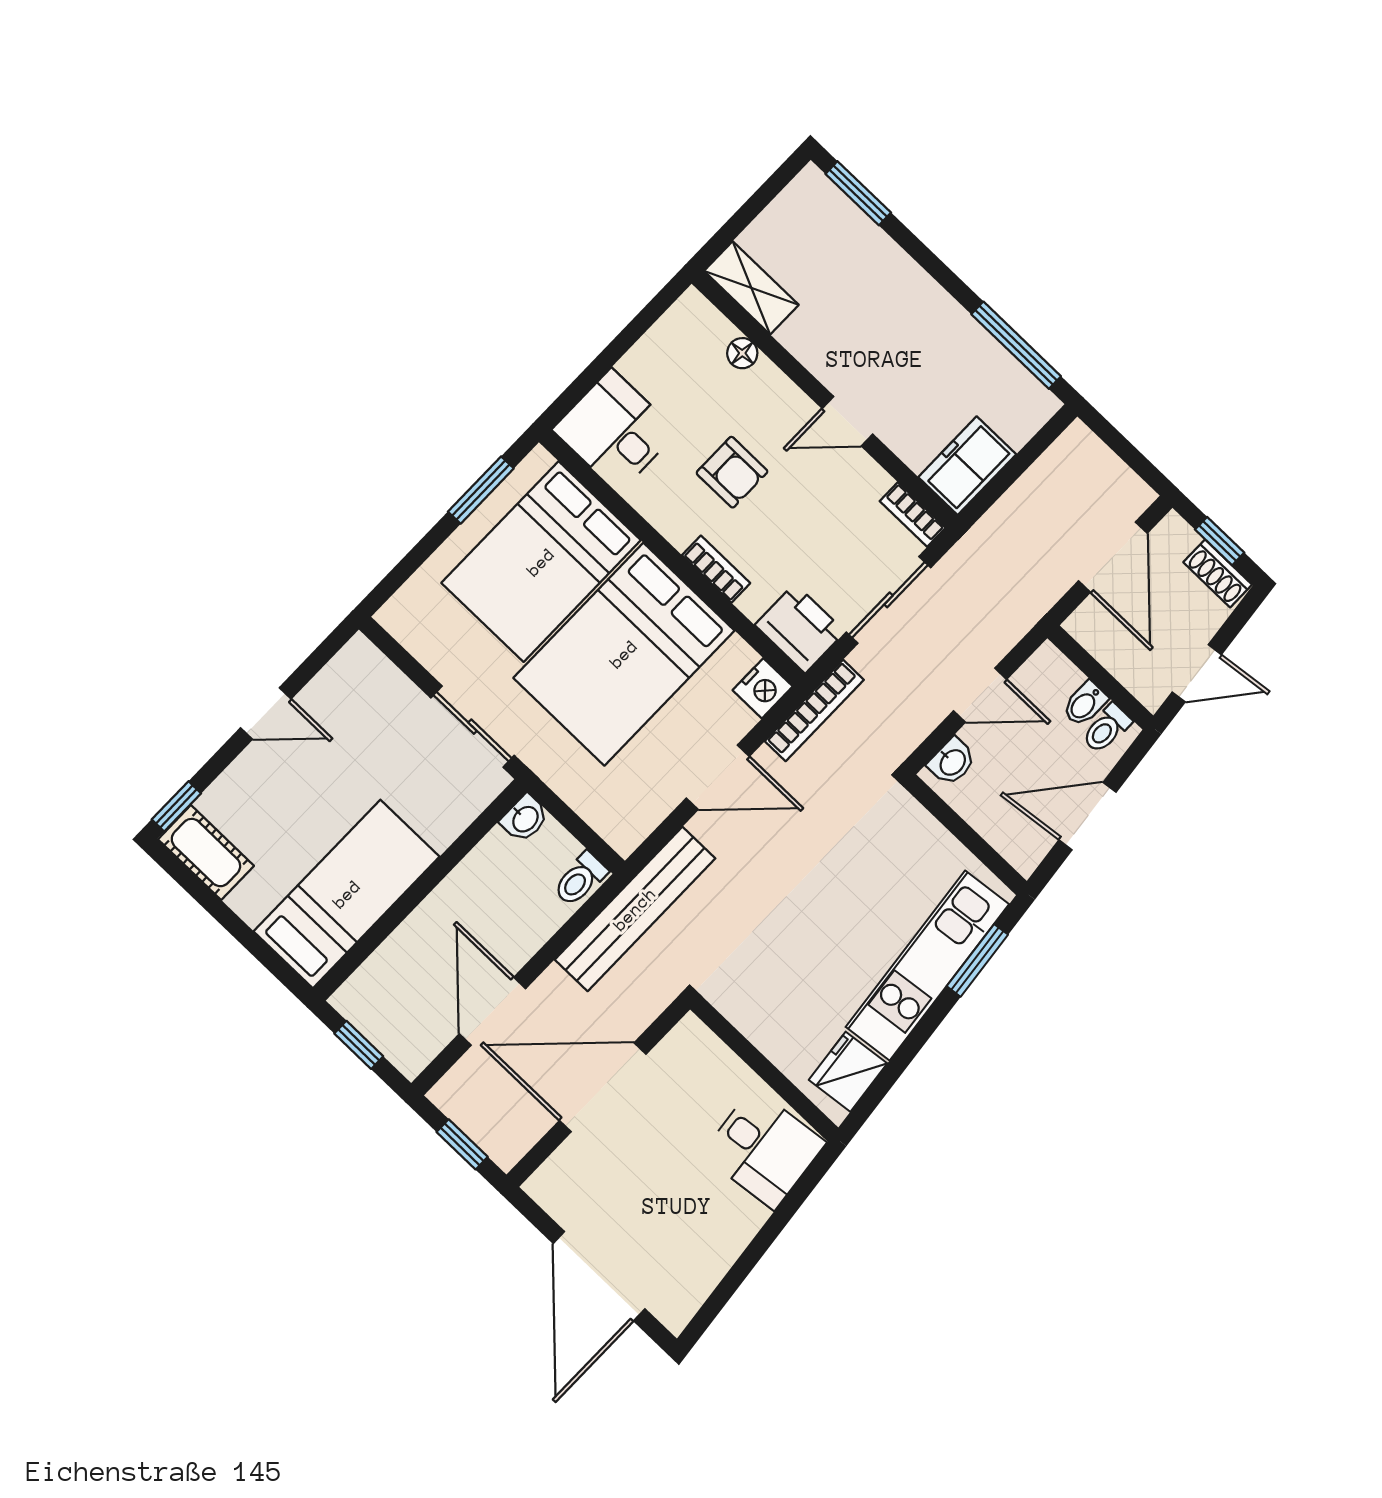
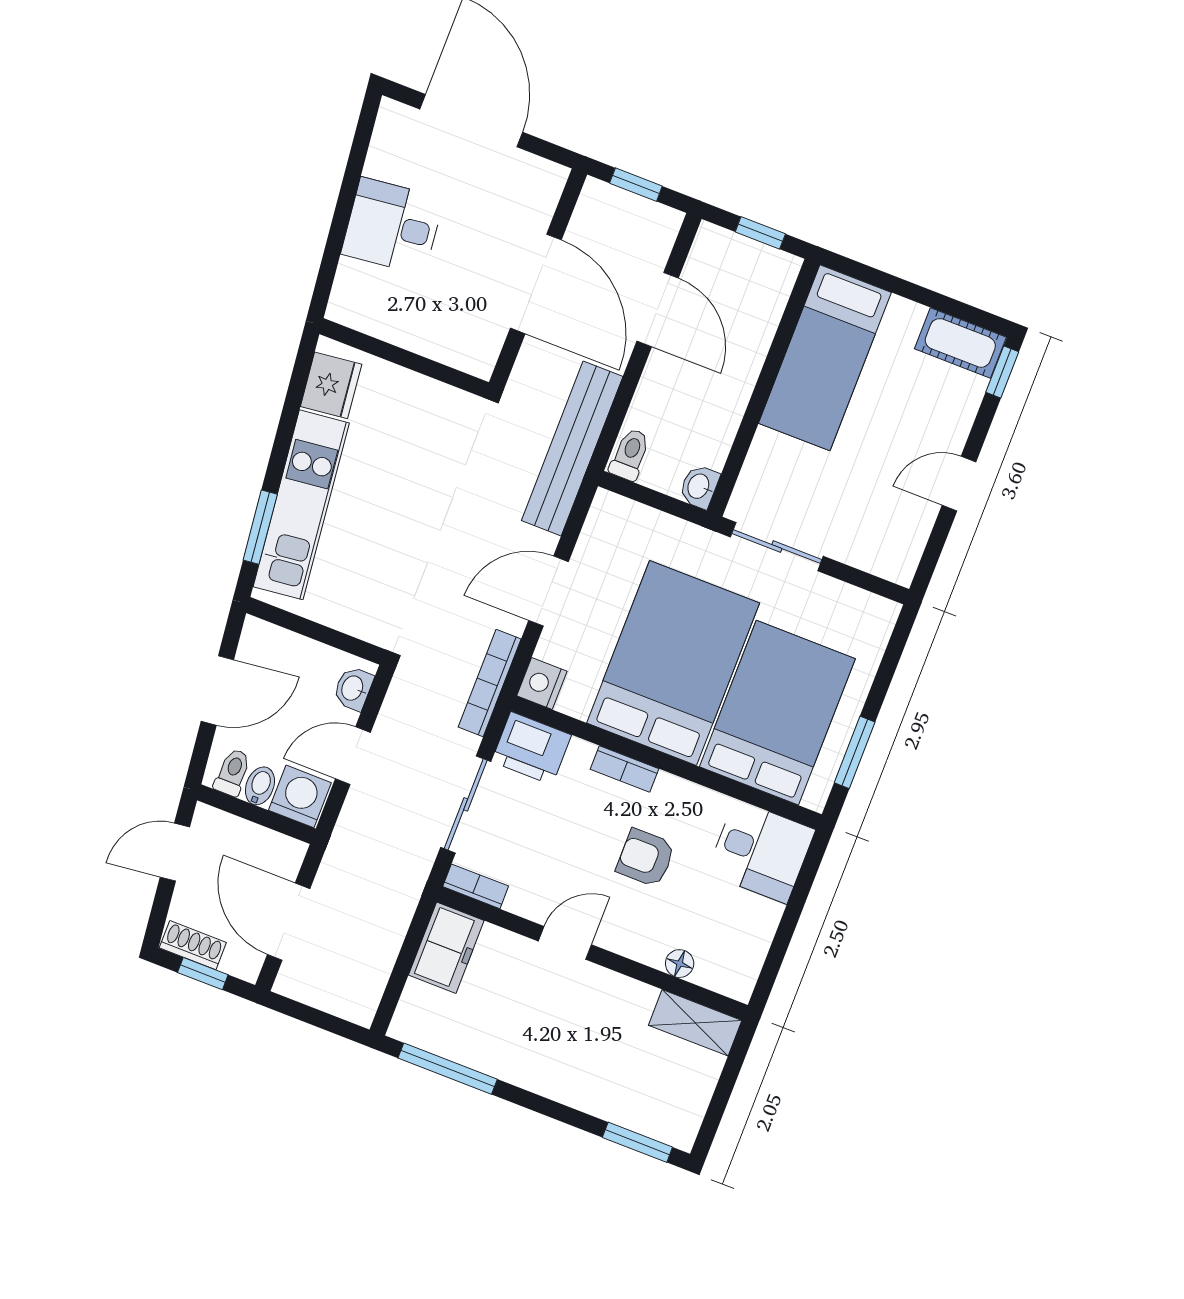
washing machine: (1050, 677) -> (300, 796), added
door: (603, 1087) -> (536, 284), hinge flipped
desk: (764, 1148) -> (392, 226), moved

